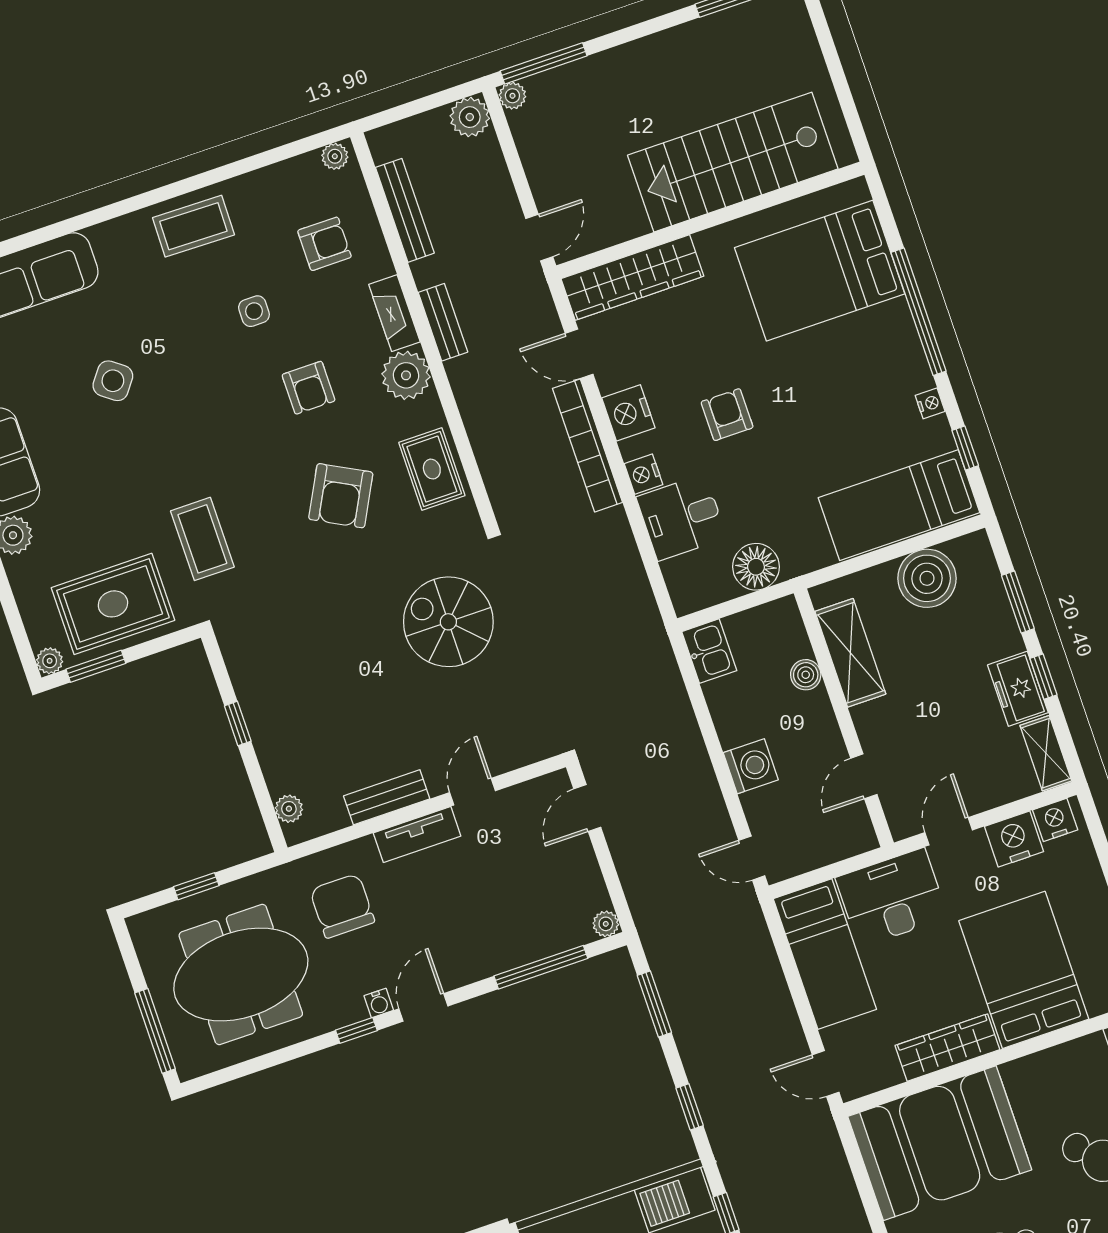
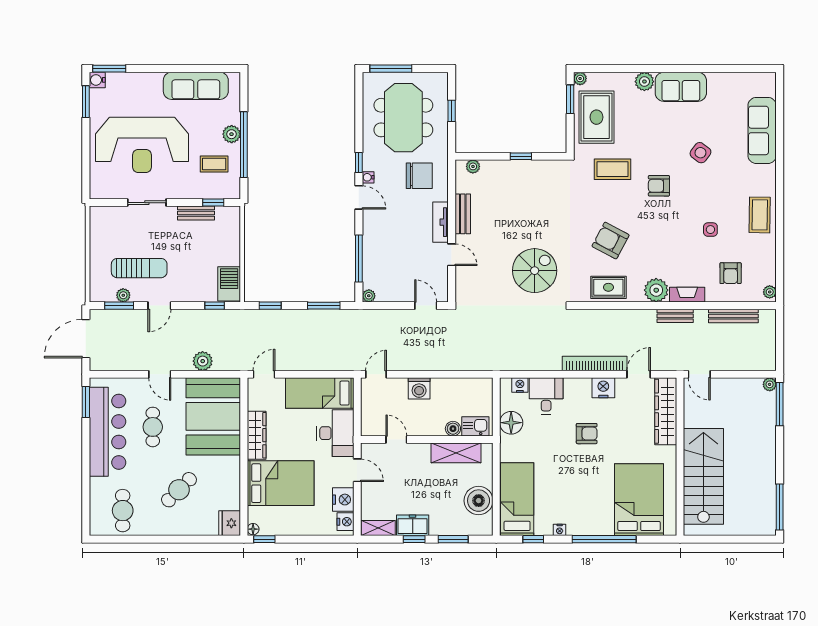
plant: (470, 117) -> (203, 361), moved
armchair: (309, 388) -> (659, 186), moved
nightstand: (644, 474) -> (520, 385), moved
kitchen sink: (709, 651) -> (475, 426), moved, turned 180

